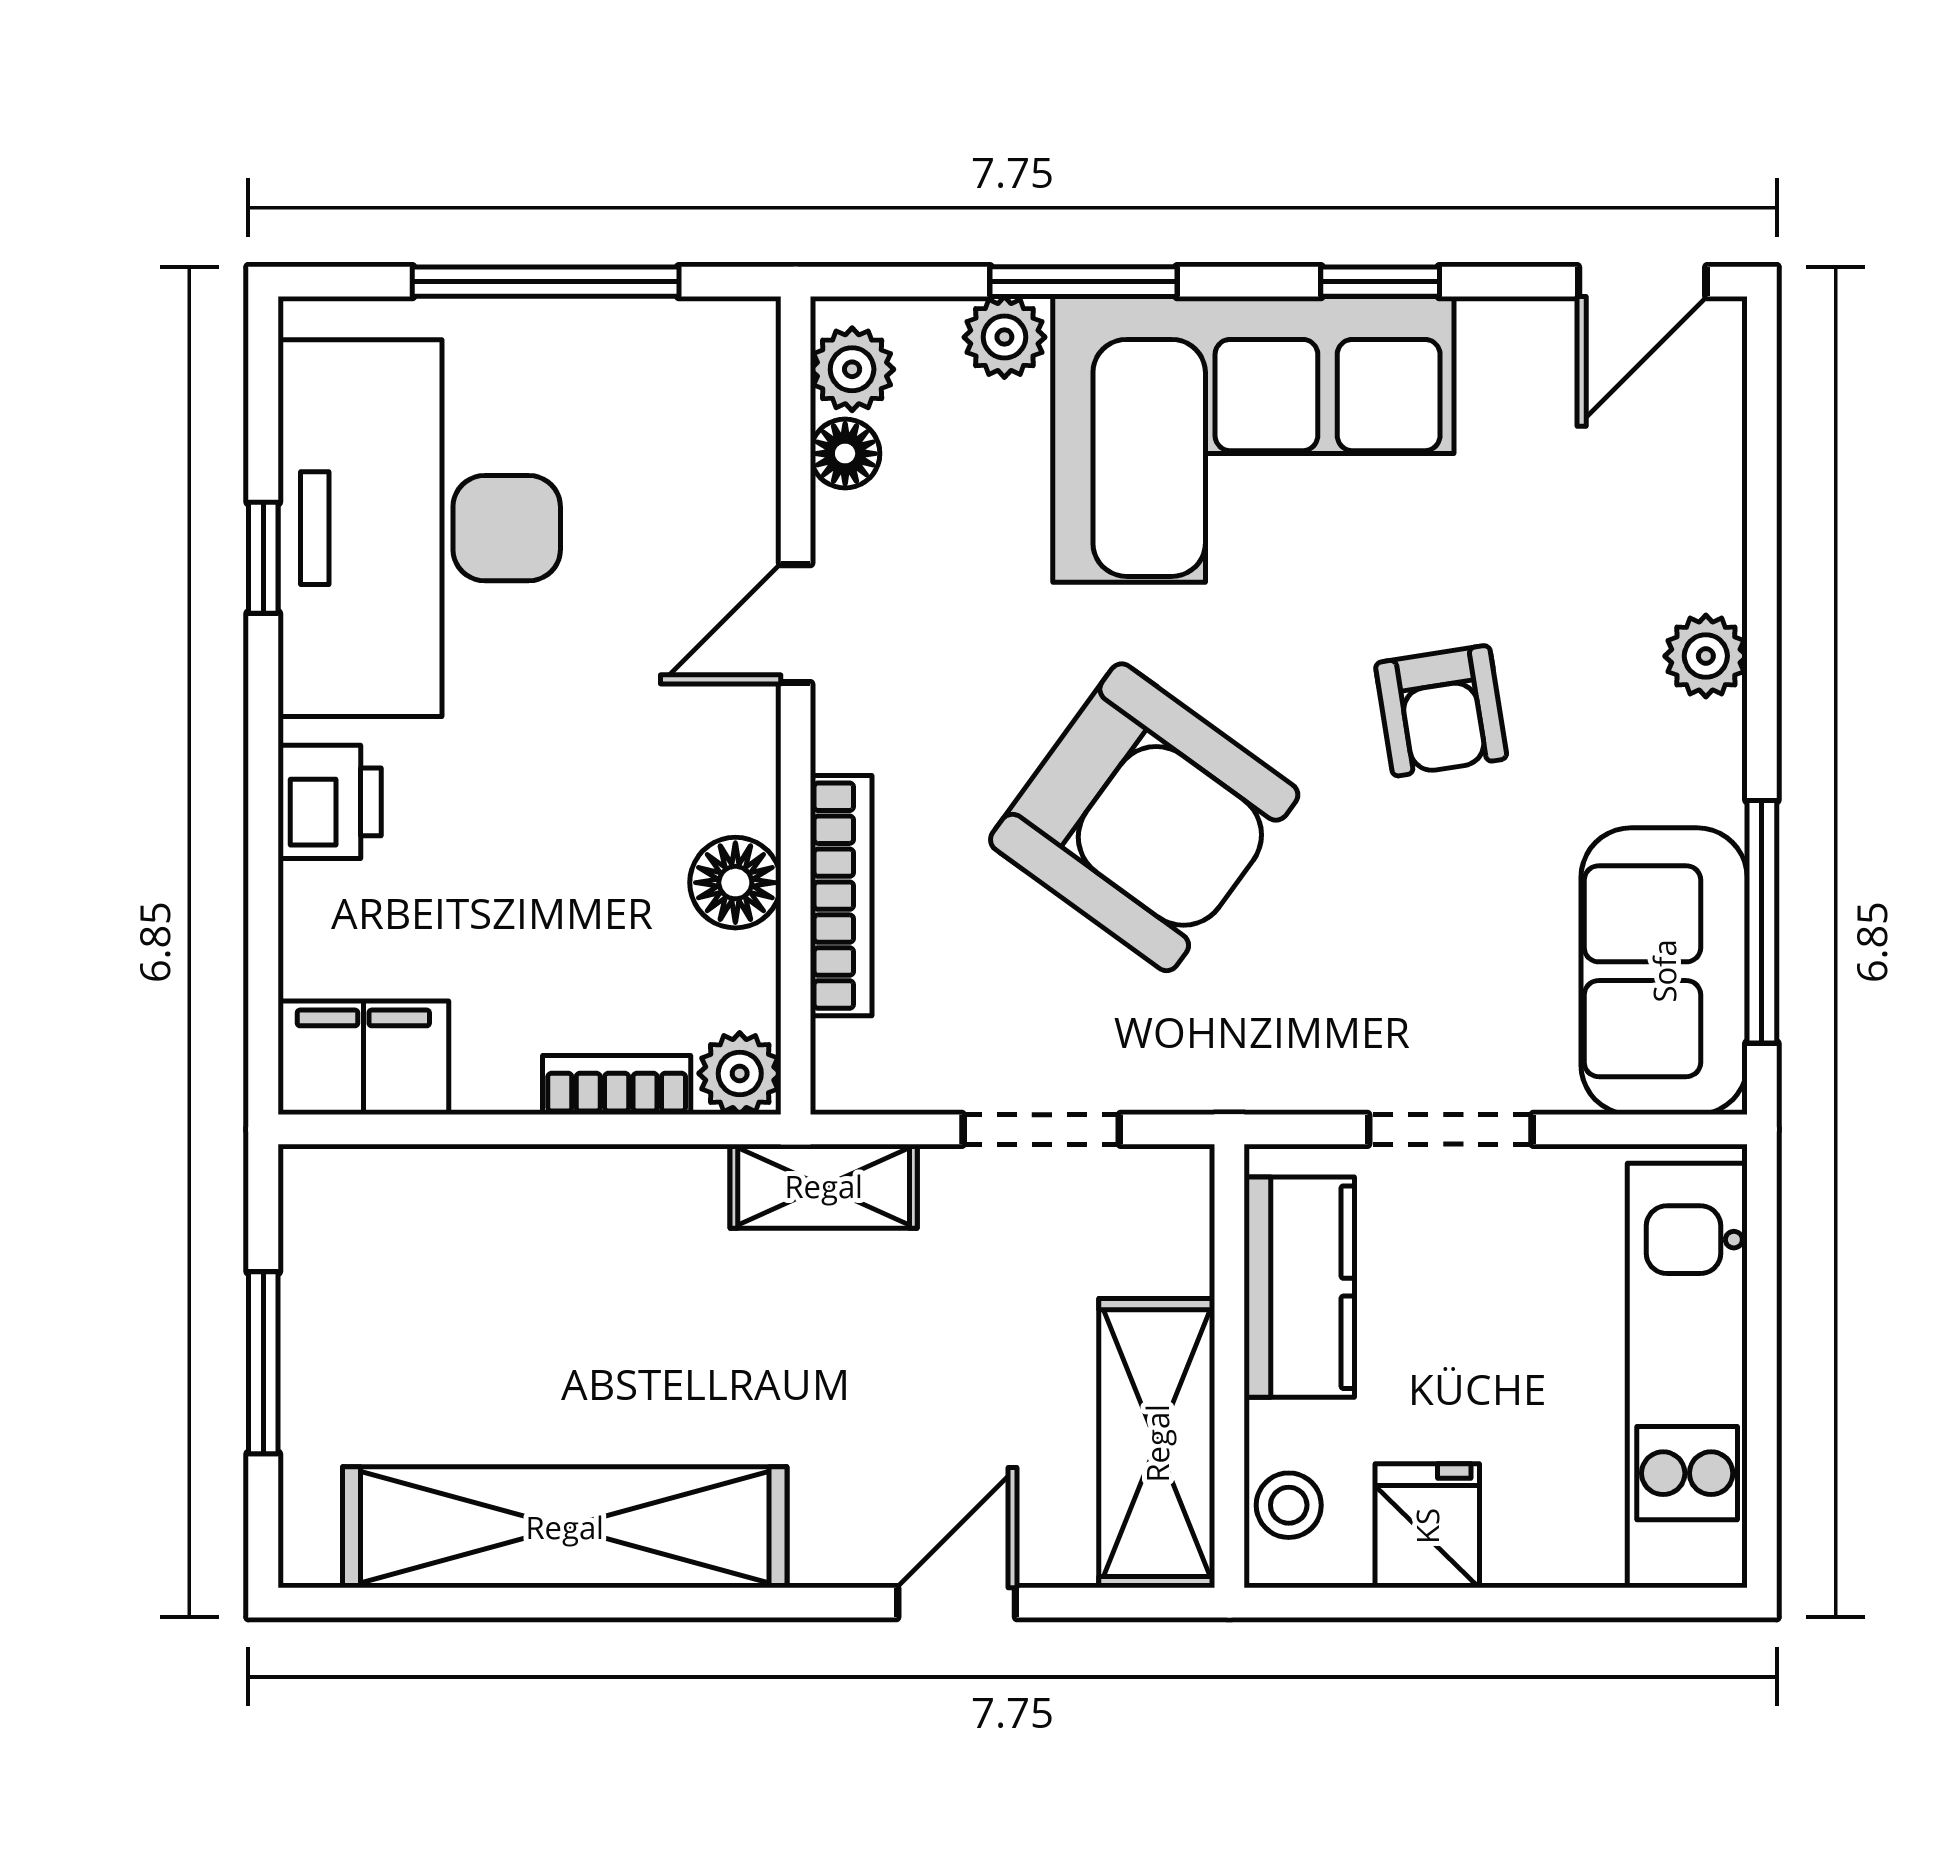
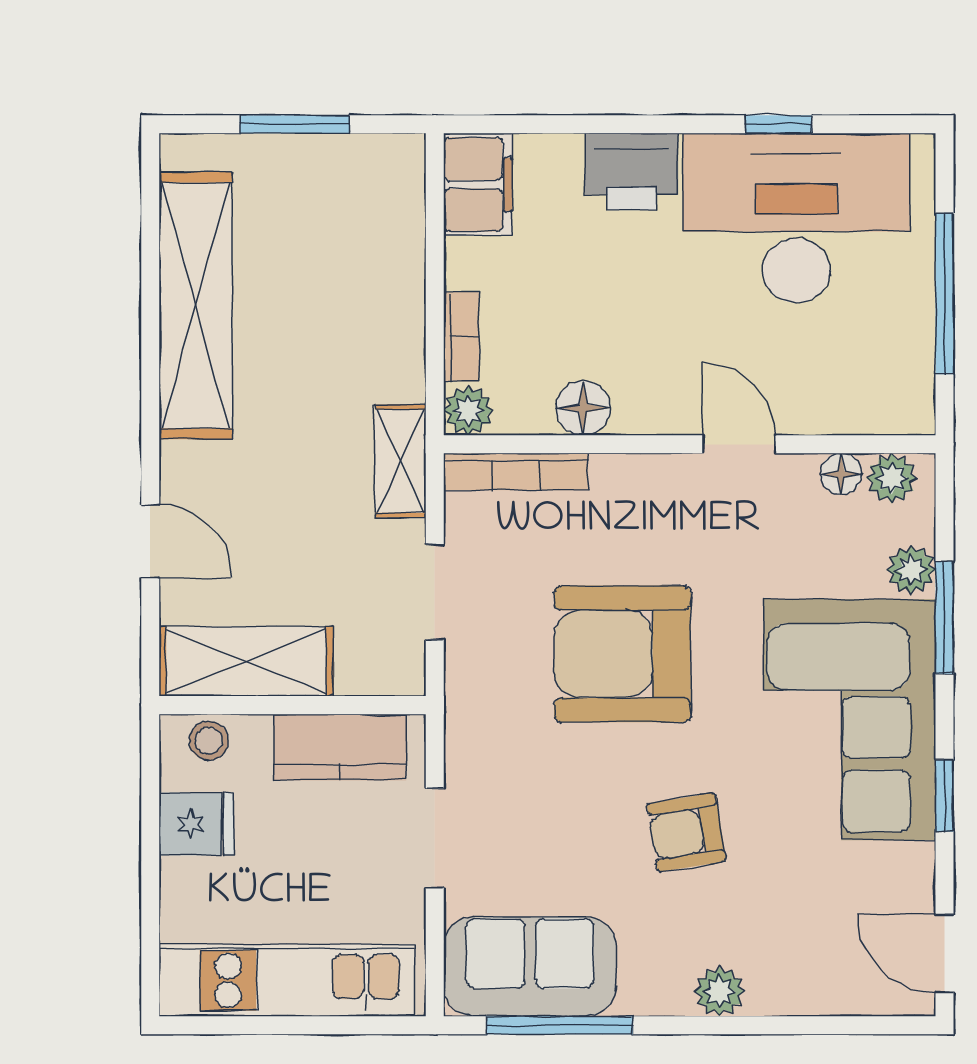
printer: (330, 802) -> (632, 172), width x1.36, depth x1.24
armchair: (1144, 817) -> (622, 654), turned 54
bookcase: (841, 896) -> (516, 472), moved

